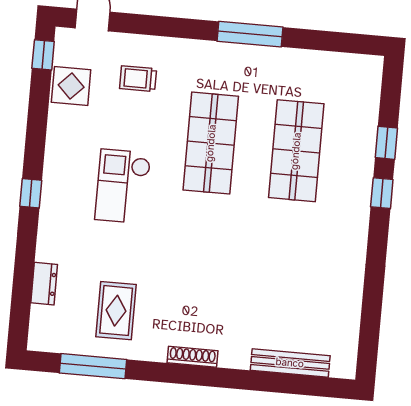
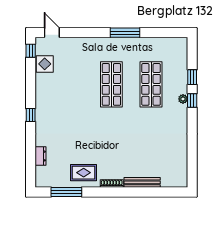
trolley: (138, 79) -> (75, 58), removed
checkout: (123, 186) -> (73, 108), removed
plant: (362, 188) -> (183, 99), added
rug: (116, 311) -> (84, 173), moved, turned 90
bench: (290, 363) -> (142, 182), moved

